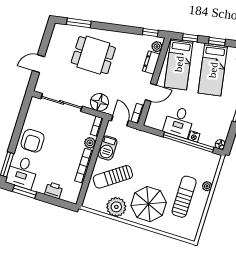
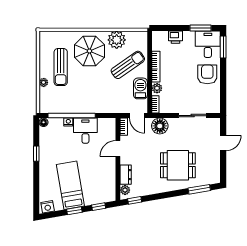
bed: (179, 64) -> (101, 180), removed
sliding door: (62, 102) -> (193, 116), width x0.73

